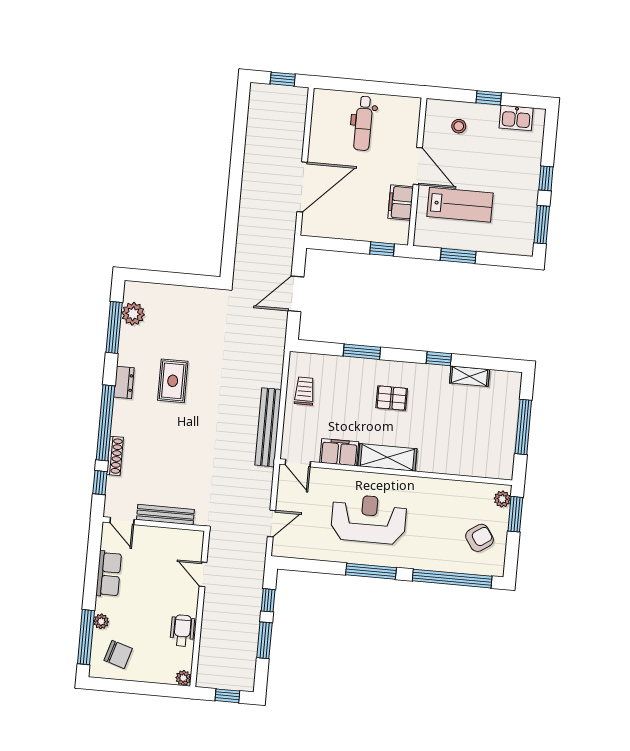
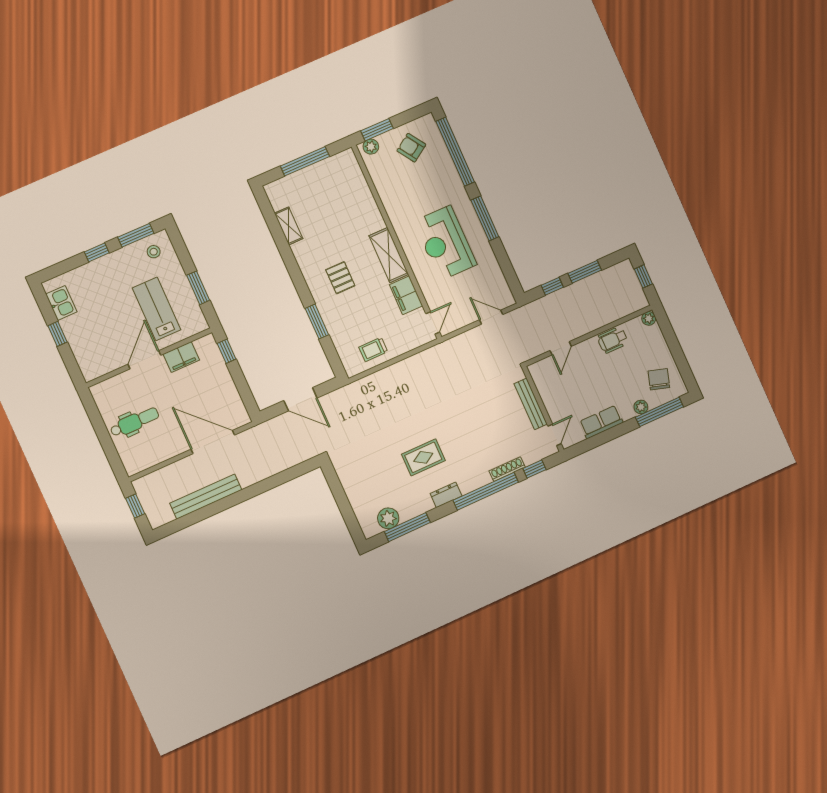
stool: (459, 126) -> (154, 252), moved
window: (439, 359) -> (288, 258), removed
bench: (268, 427) -> (206, 497), moved

